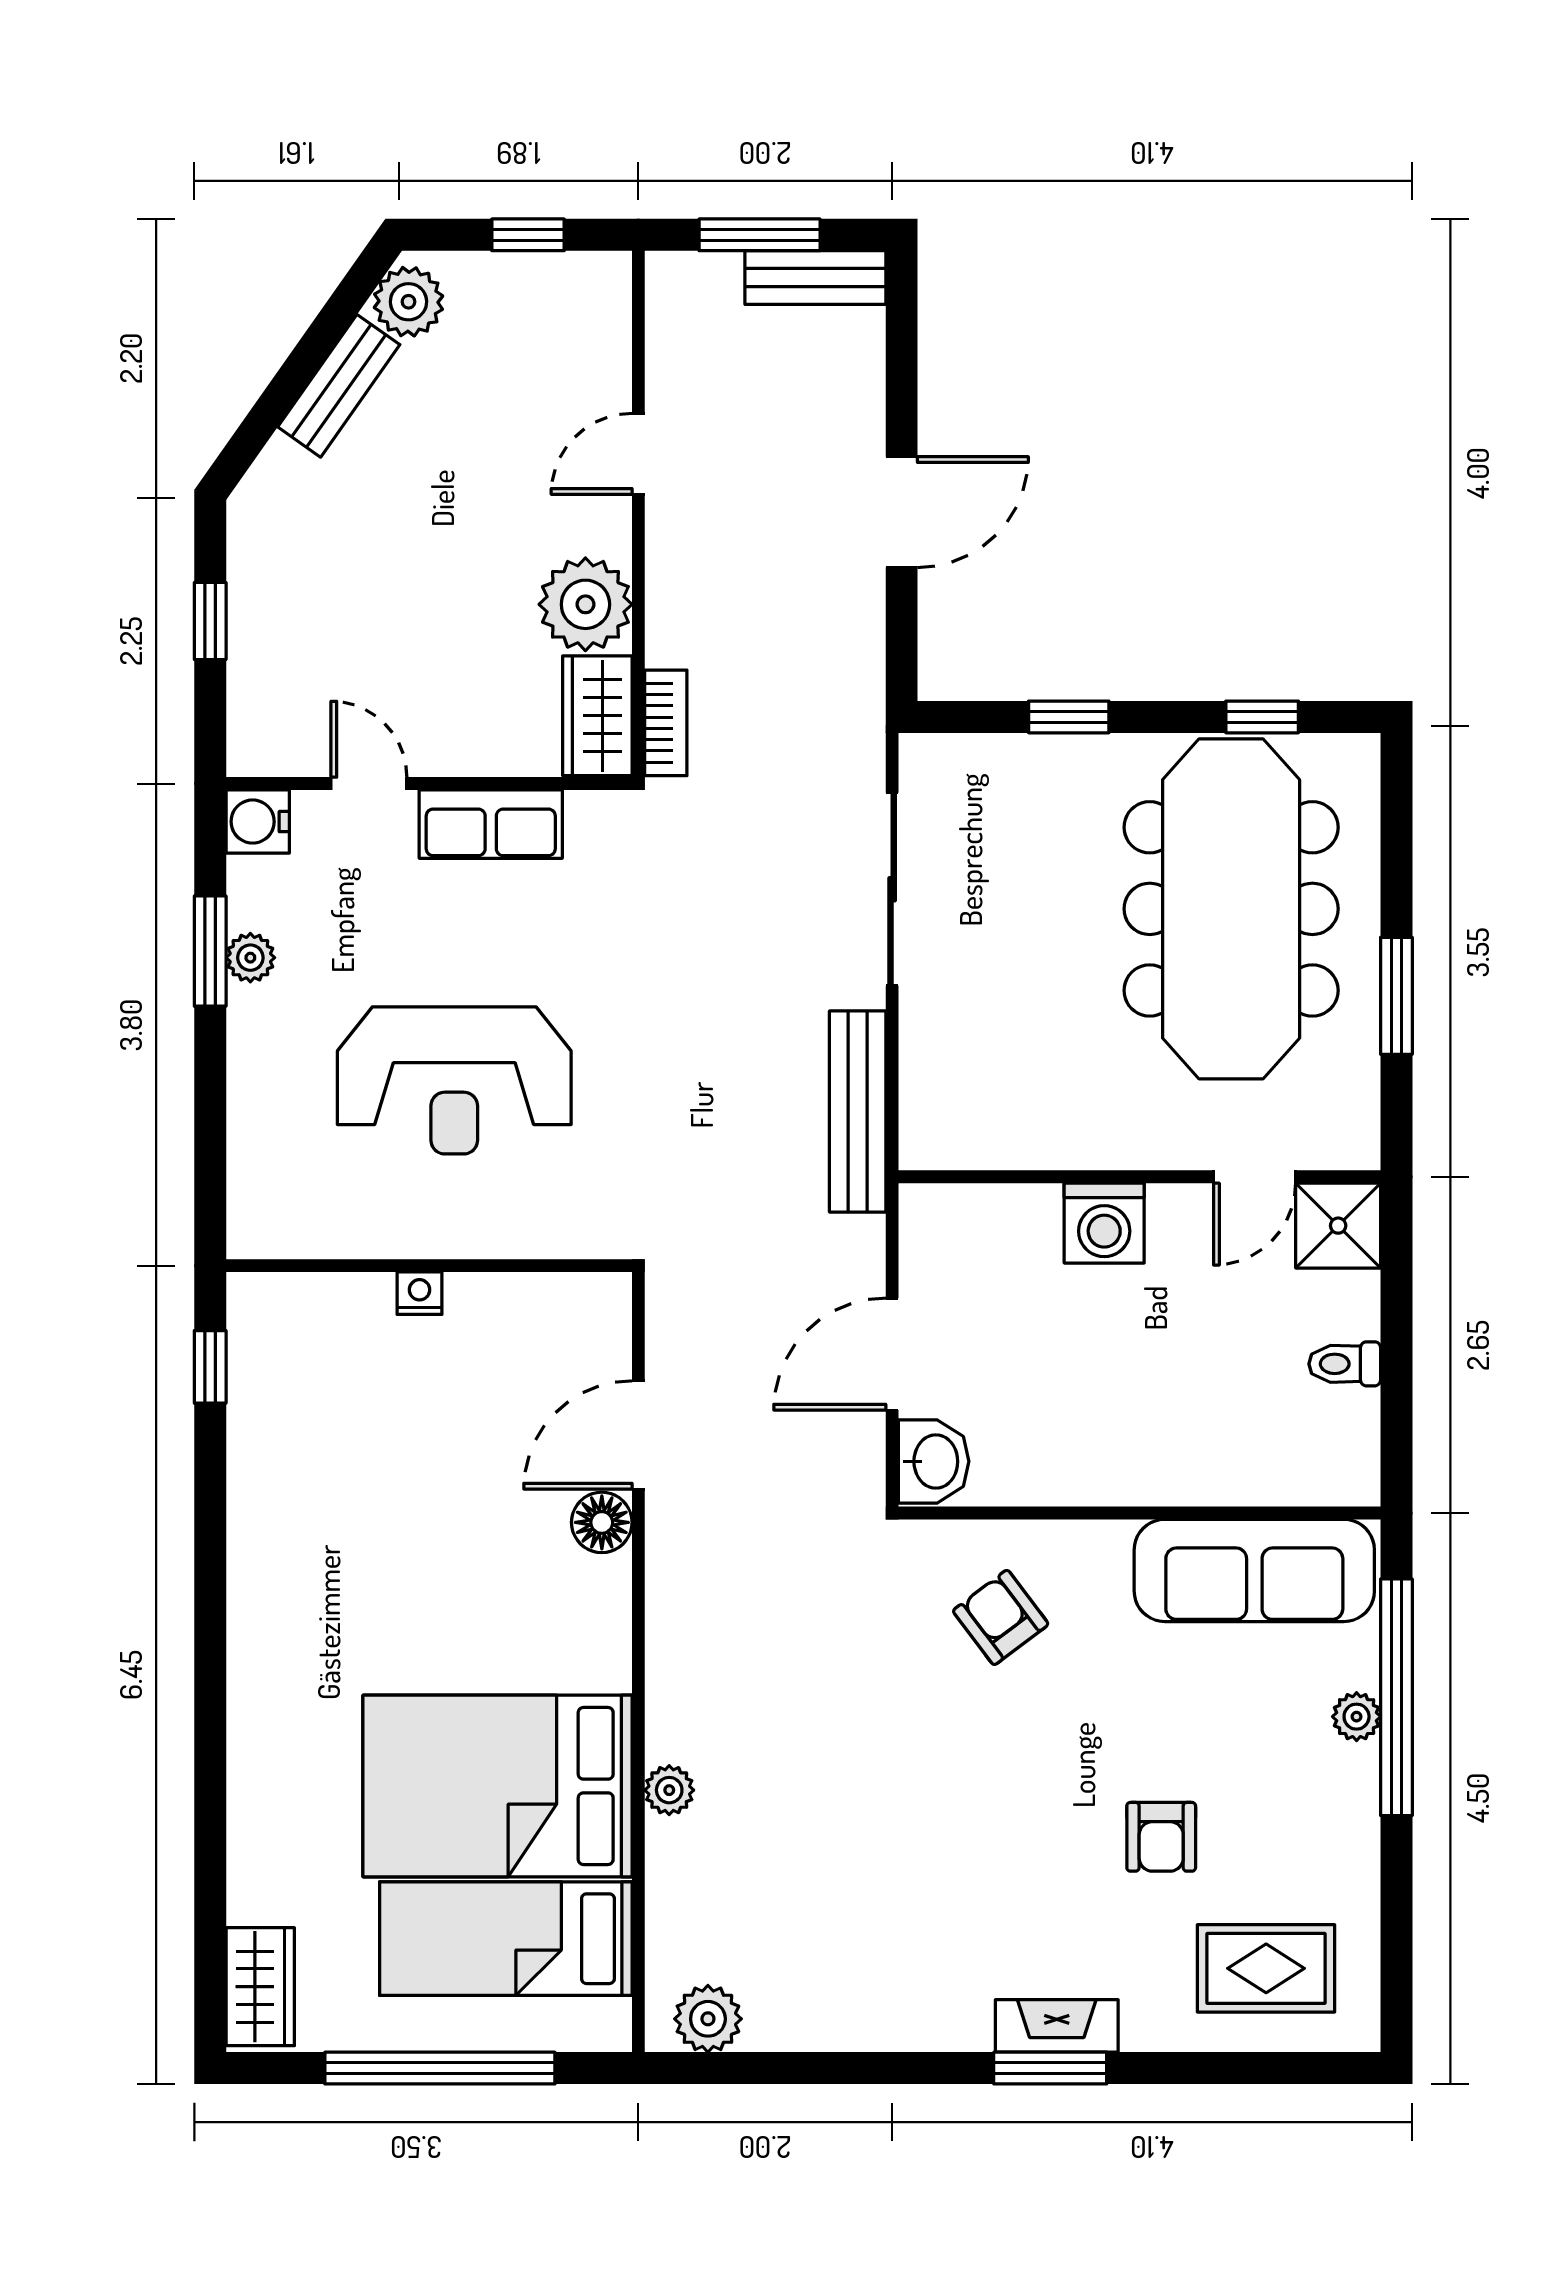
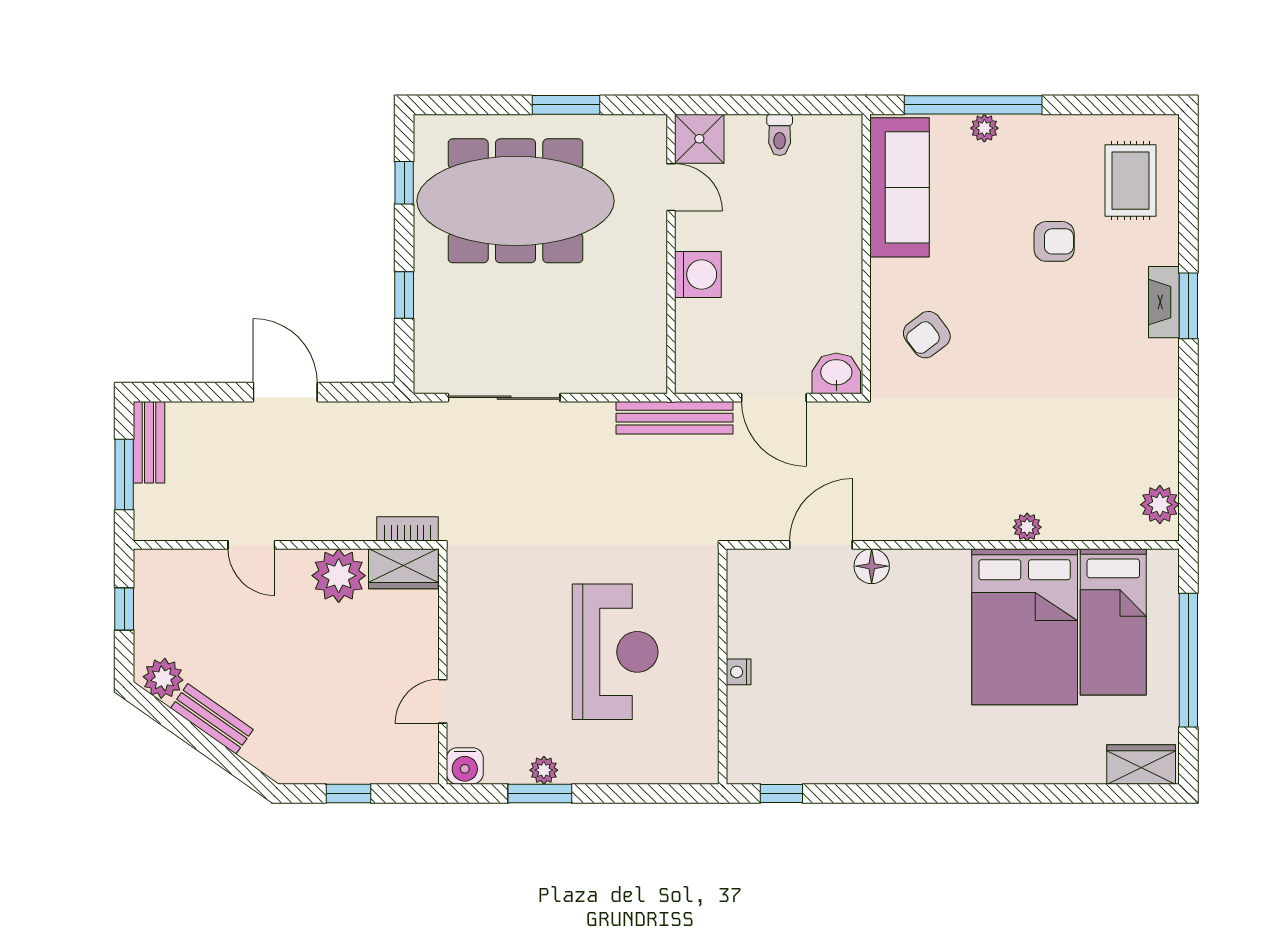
row of seats: (491, 824) -> (466, 631), removed
bench: (858, 1111) -> (675, 418), moved
door: (638, 1435) -> (821, 545), swing flipped

